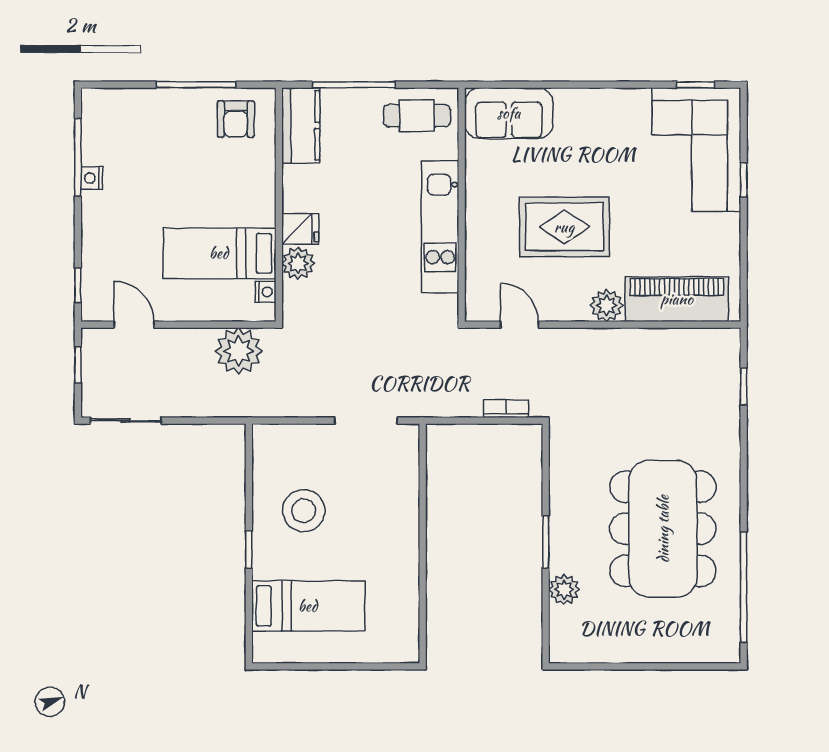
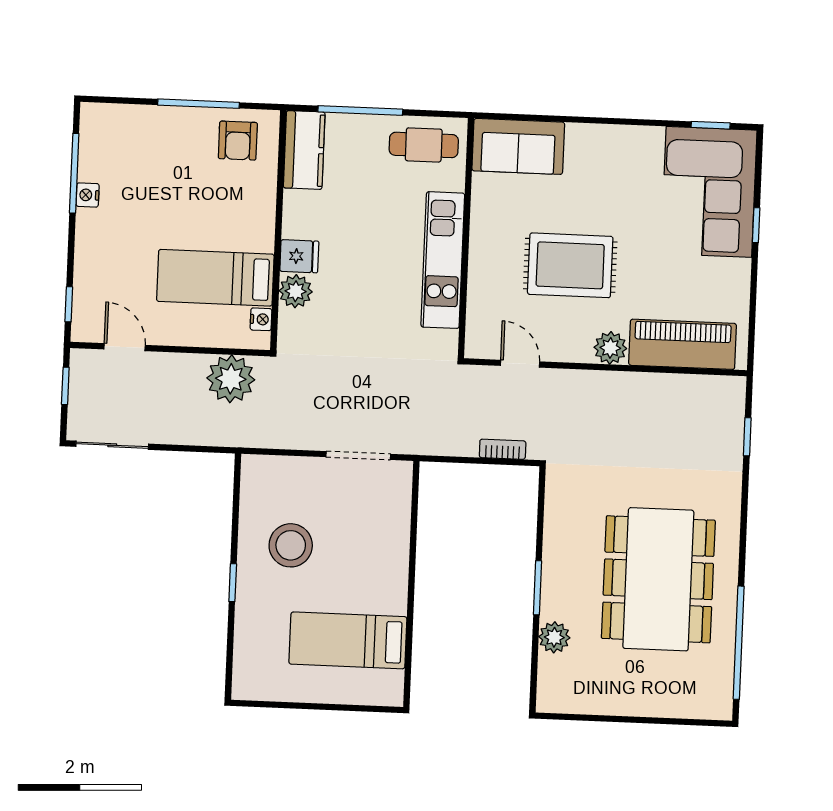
bed: (308, 606) -> (348, 640), moved, turned 180

